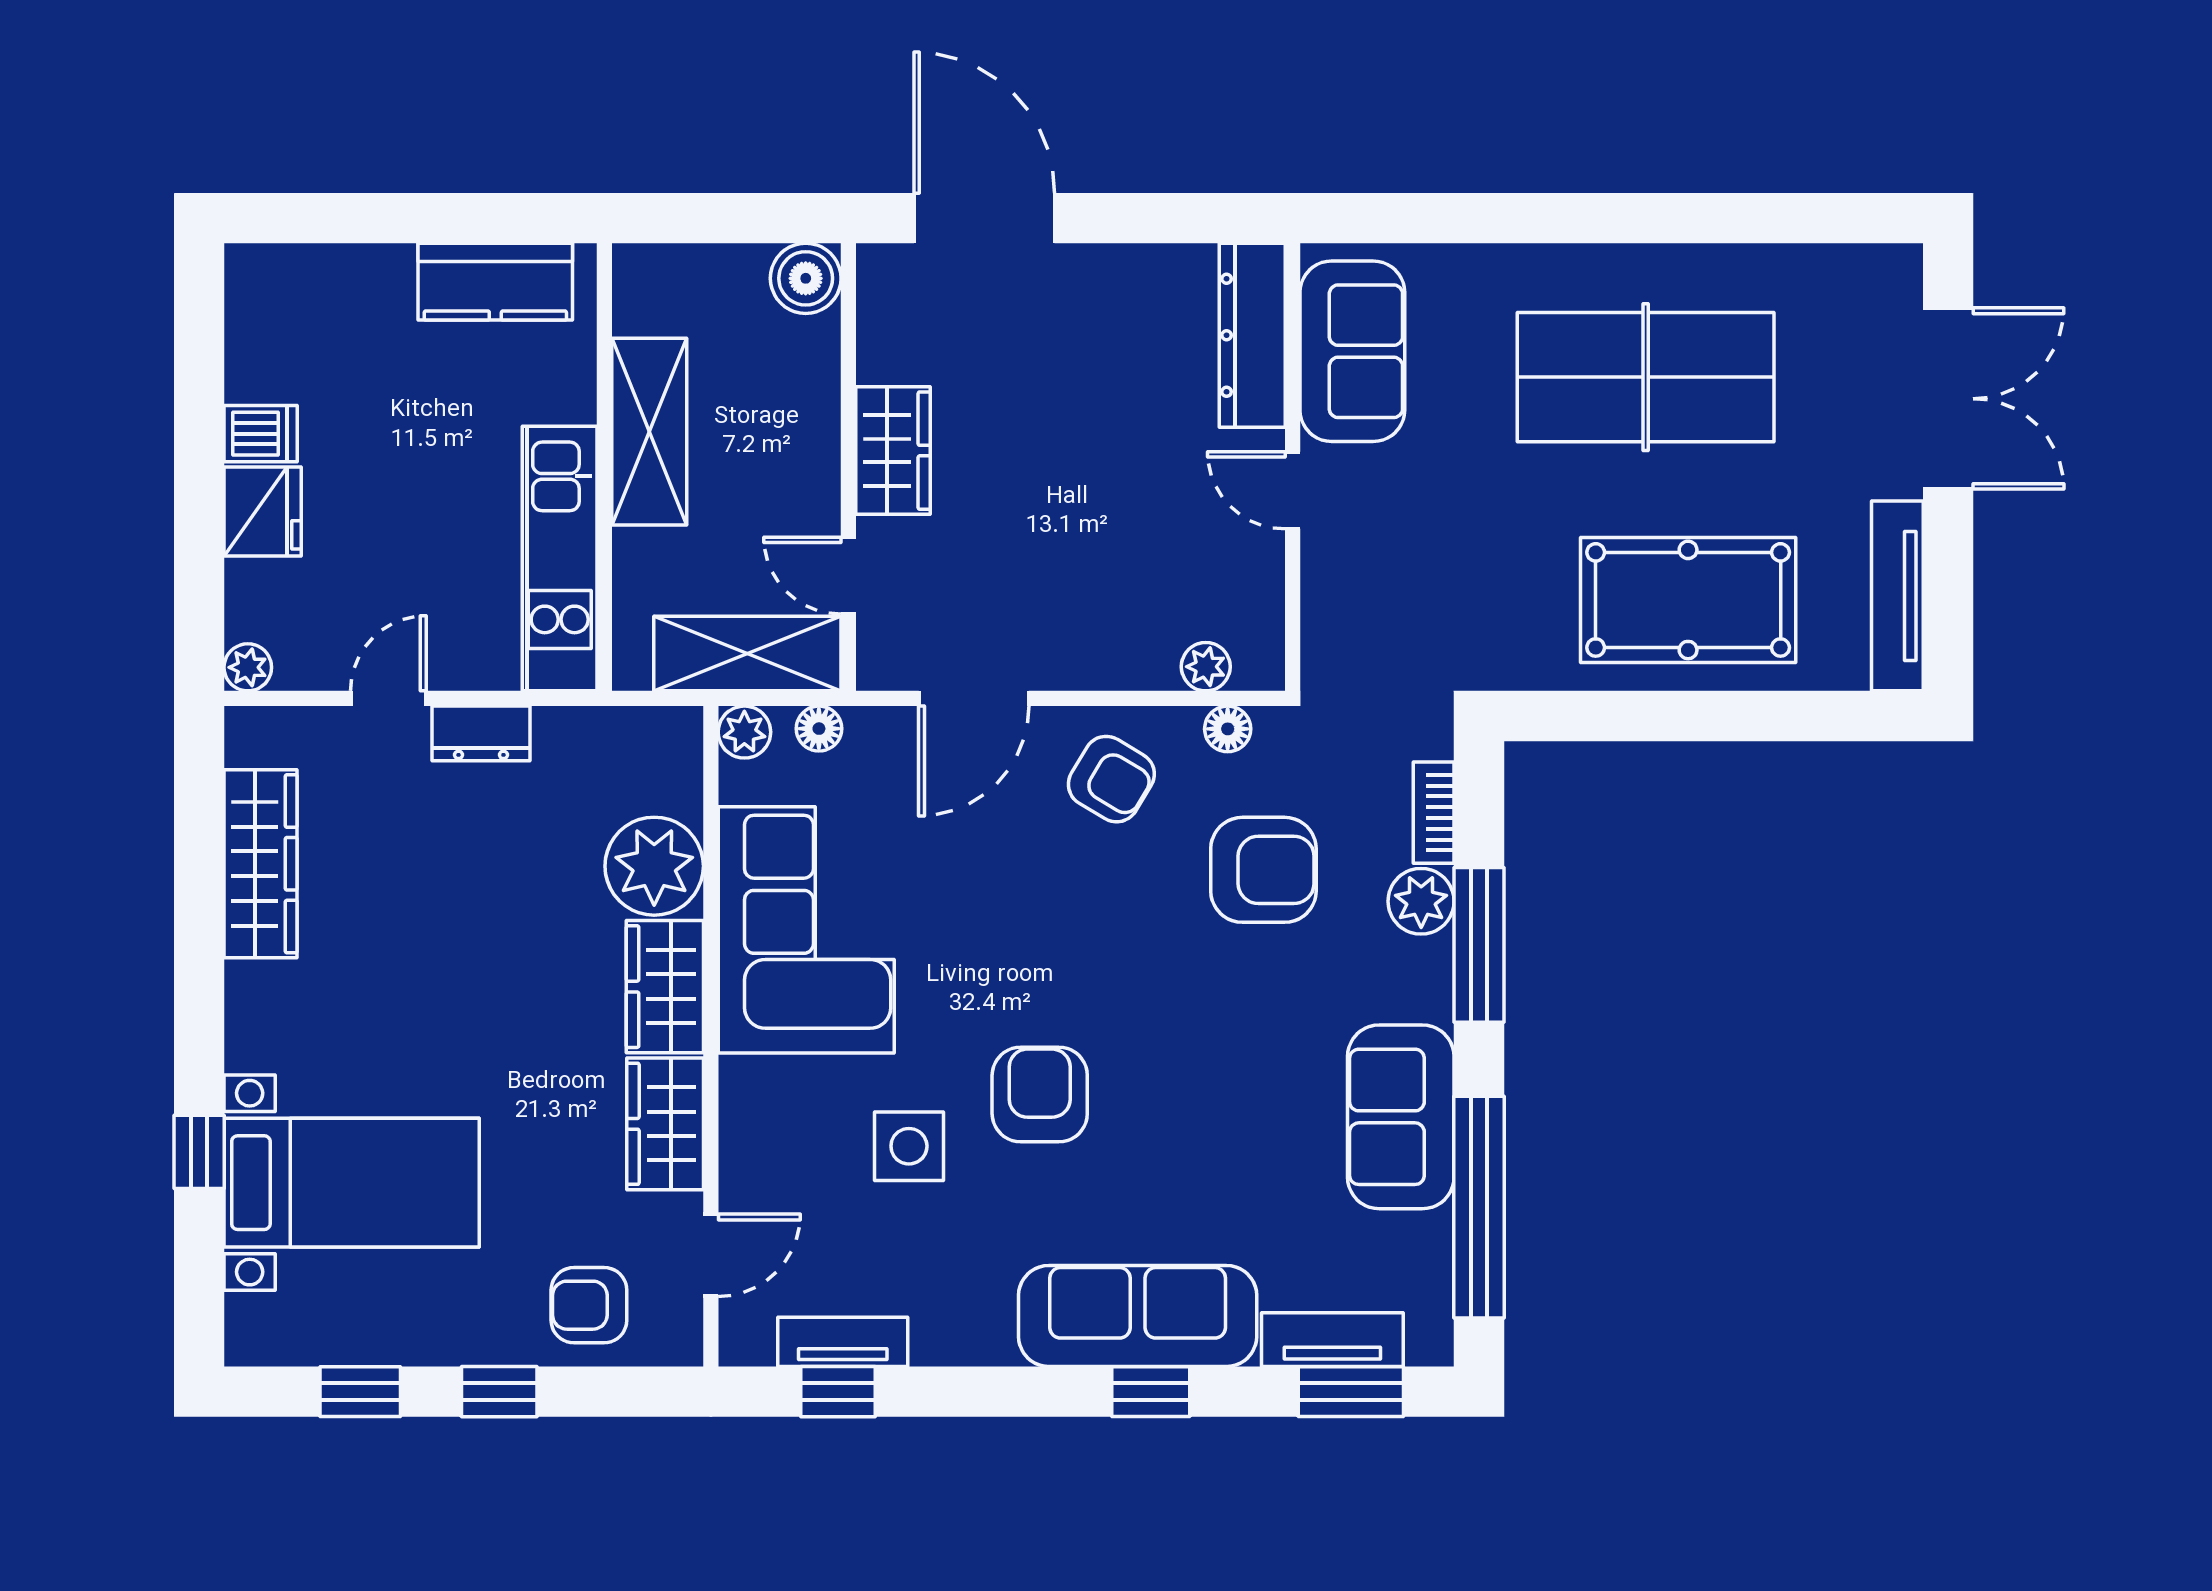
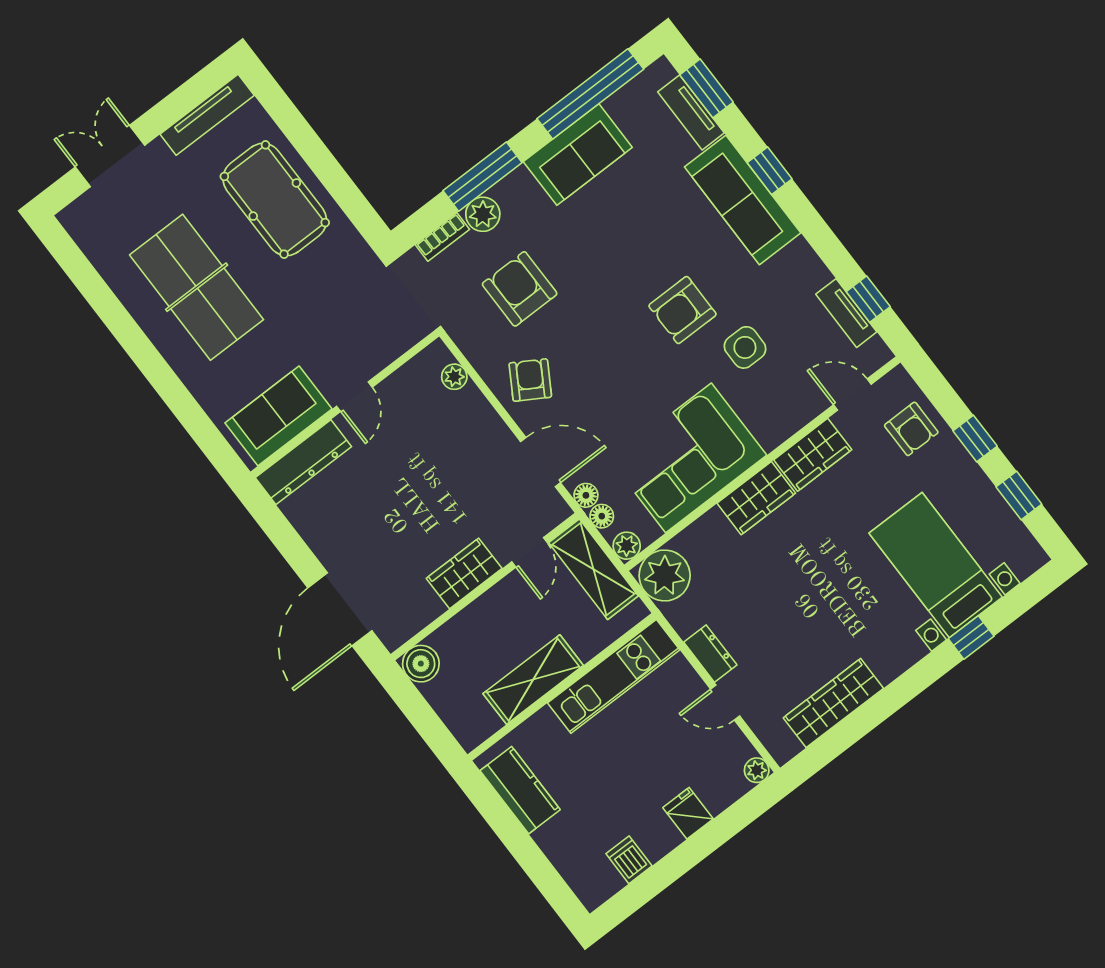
double door: (1948, 399) -> (110, 156), width x0.73
dishwasher: (261, 434) -> (629, 860), moved
fridge: (263, 512) -> (688, 813), width x0.72
floor lamp: (1228, 729) -> (586, 495), moved
plant: (654, 866) -> (665, 576), moved

